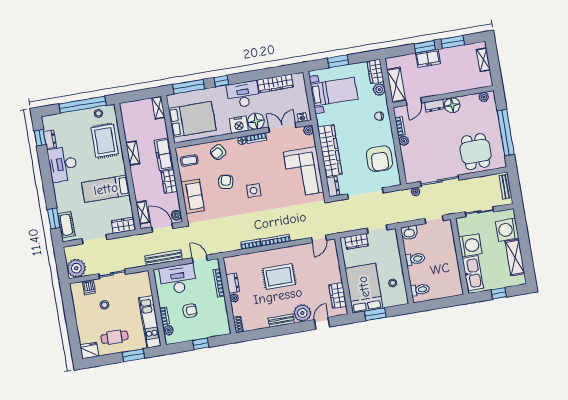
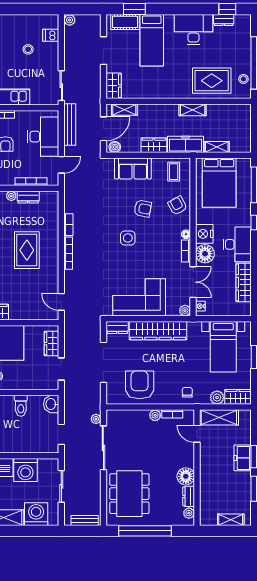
dresser: (434, 106) -> (189, 496), moved
shelving: (158, 108) -> (217, 147), moved
dining table: (476, 152) -> (129, 494), width x1.38
armchair: (380, 159) -> (140, 385), turned 90
bed: (106, 189) -> (152, 40), moved, turned 180
plant: (76, 268) -> (70, 20), width x0.53, depth x0.53
sliding door: (112, 274) -> (61, 86), moved

